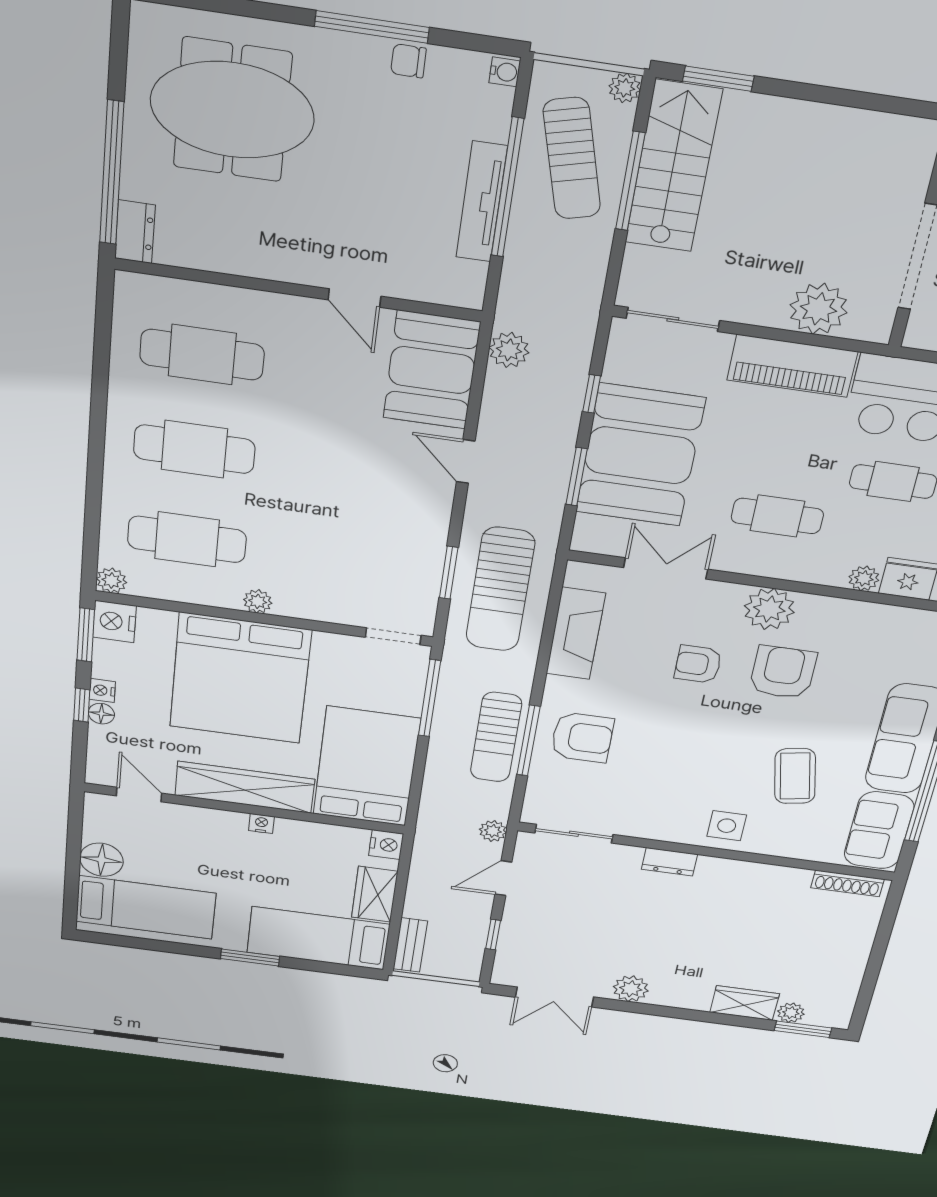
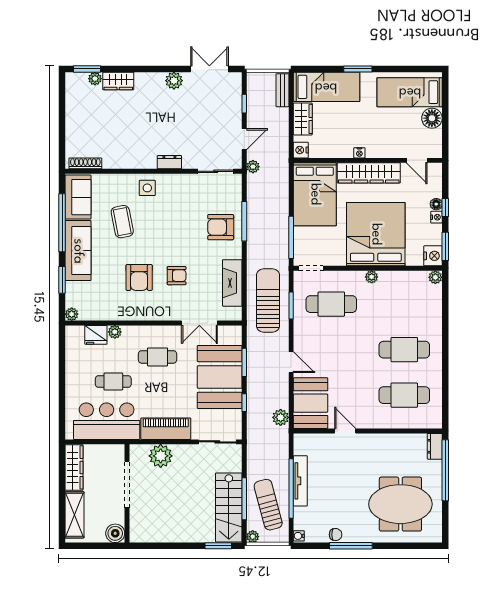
cafe table: (187, 539) -> (331, 304), moved
plant: (769, 609) -> (152, 310), removed
sun lounger: (496, 737) -> (259, 221), removed

